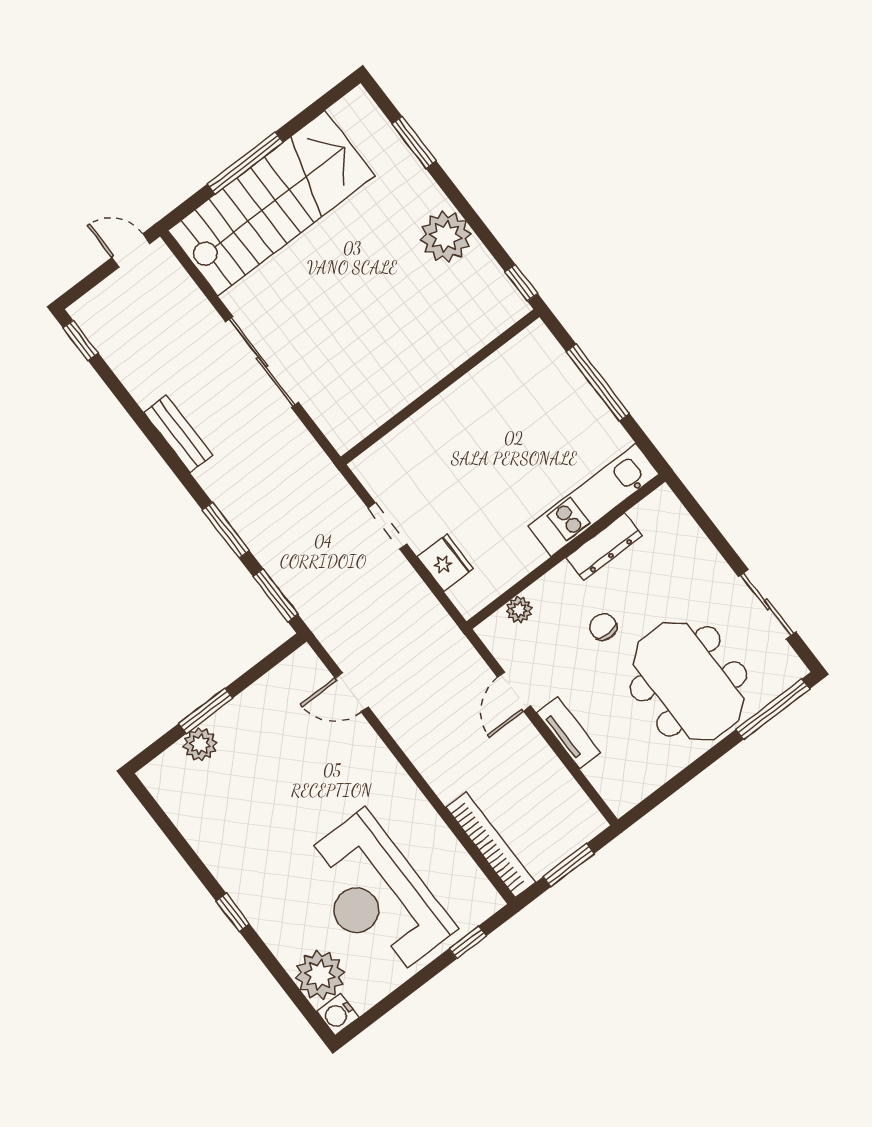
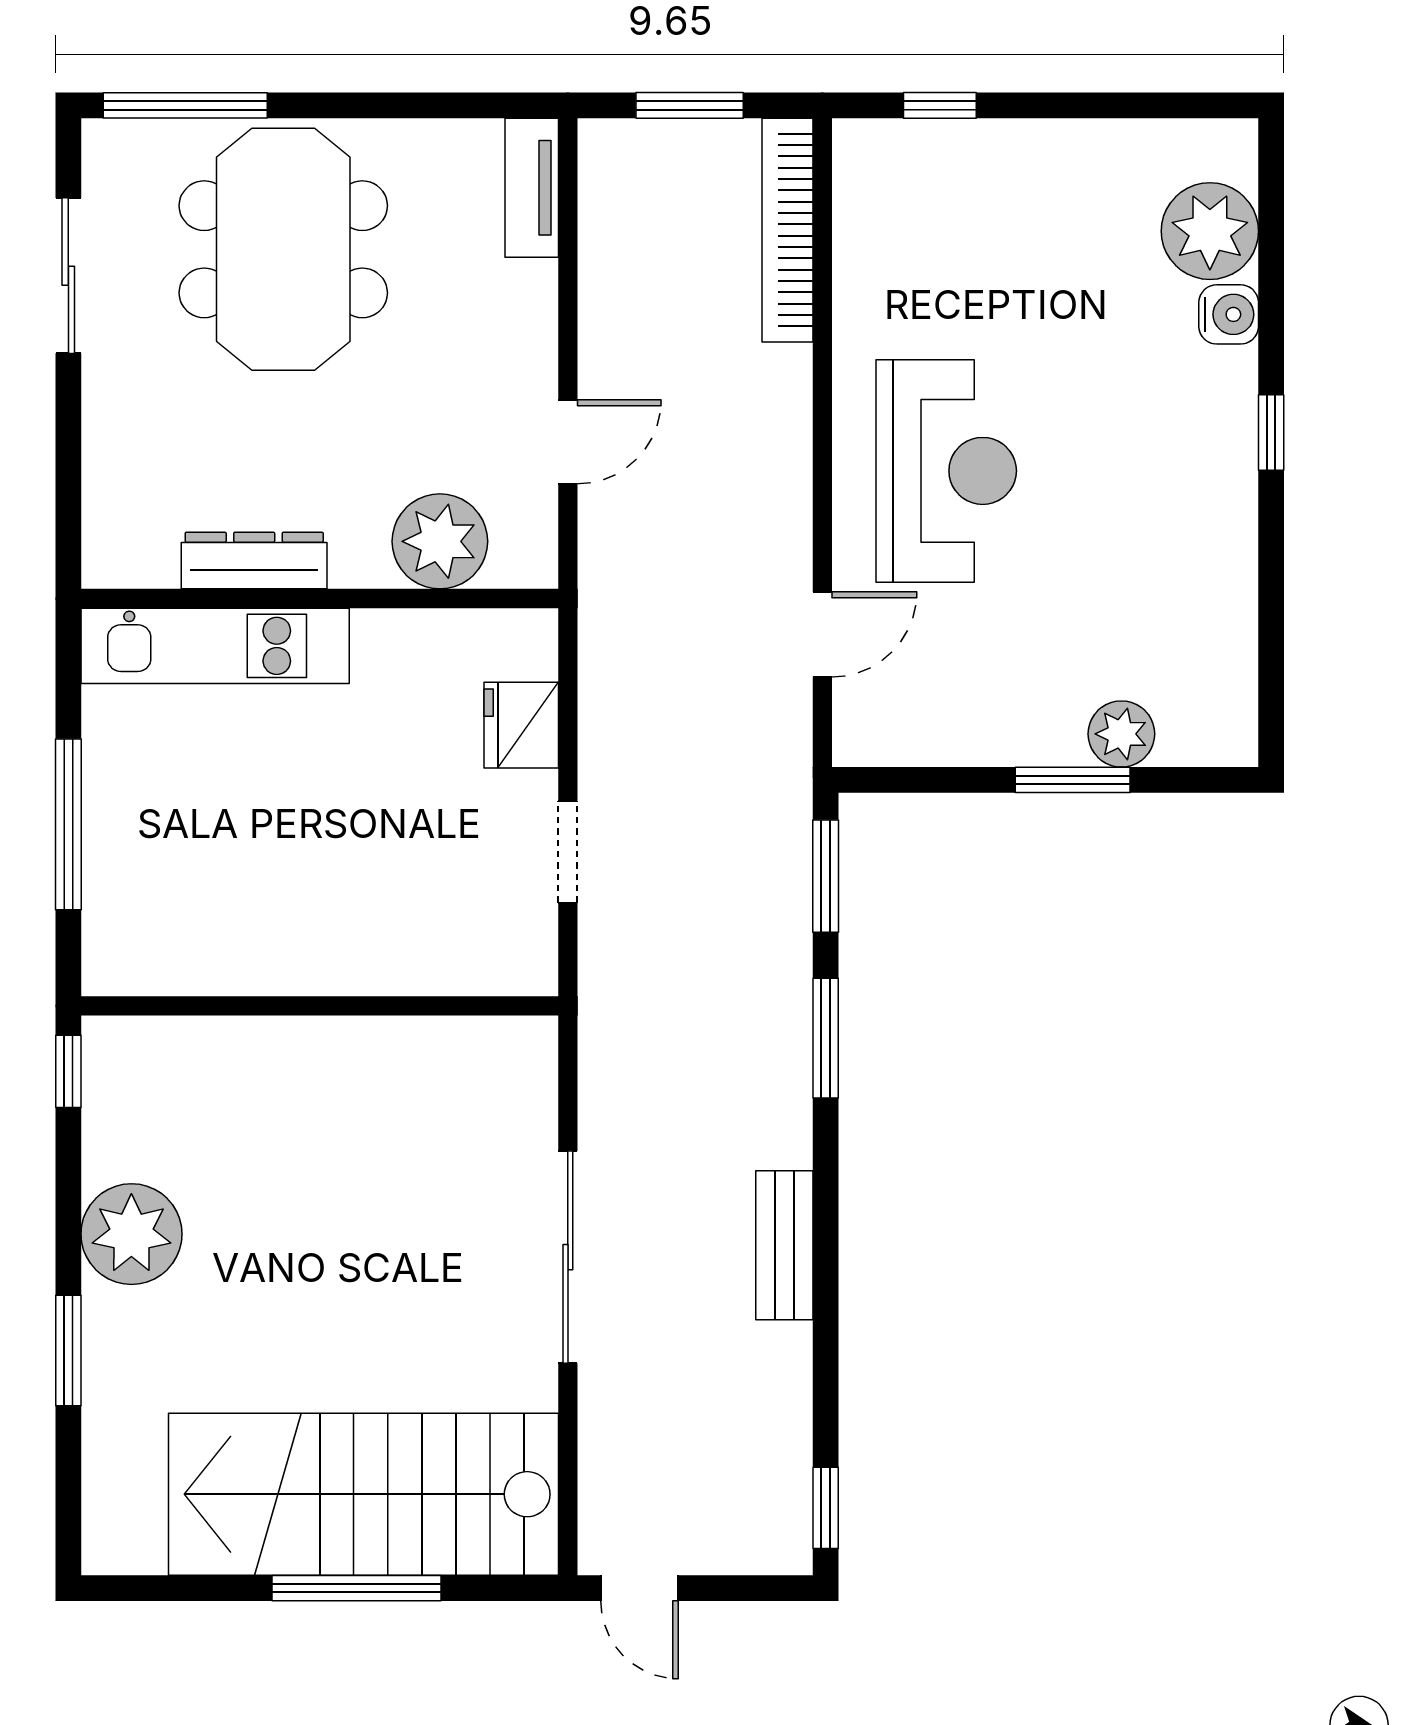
window: (414, 142) -> (68, 1351), moved
plant: (519, 610) -> (440, 541), width x1.88, depth x1.88
chair: (603, 627) -> (351, 436), removed
door: (352, 692) -> (822, 634), hinge flipped
tv unit: (569, 733) -> (532, 188), moved
reception desk: (375, 896) -> (946, 471), moved, width x0.74, depth x0.77
water cooler: (338, 1014) -> (1229, 314), moved

